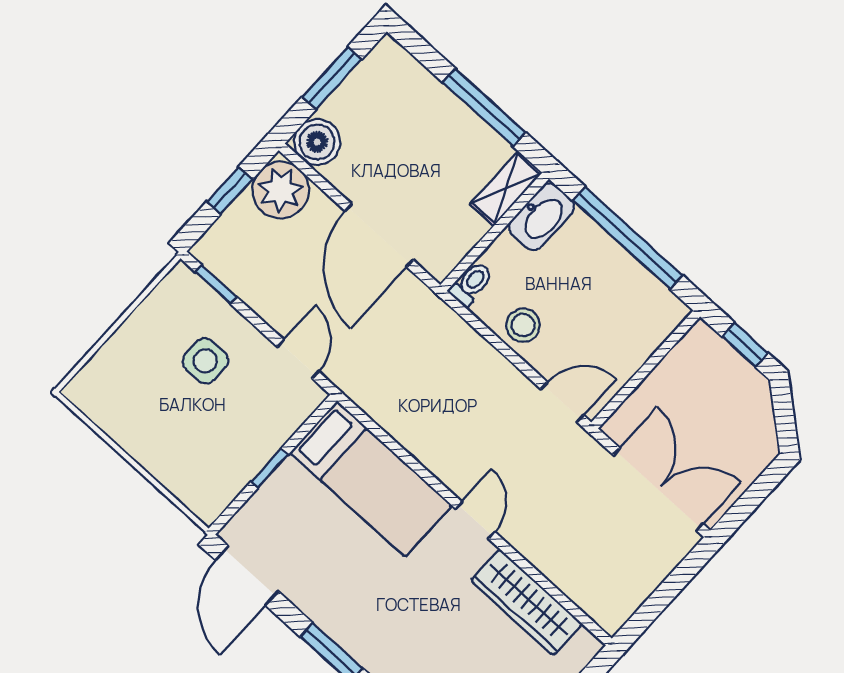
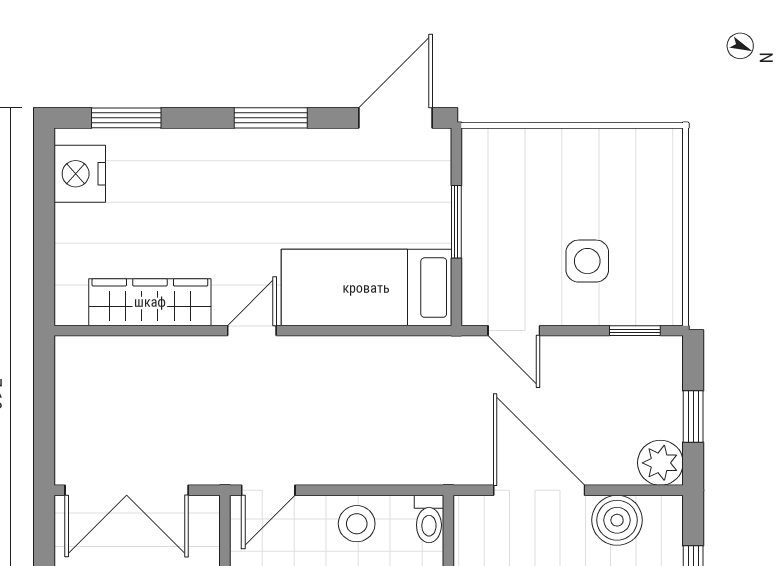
boiler: (317, 142) -> (617, 520), moved
plant: (281, 190) -> (660, 463), width x0.73, depth x0.73
window: (270, 468) -> (456, 222), width x1.50
door: (475, 520) -> (252, 331), swing flipped
door: (247, 576) -> (396, 118), hinge flipped

